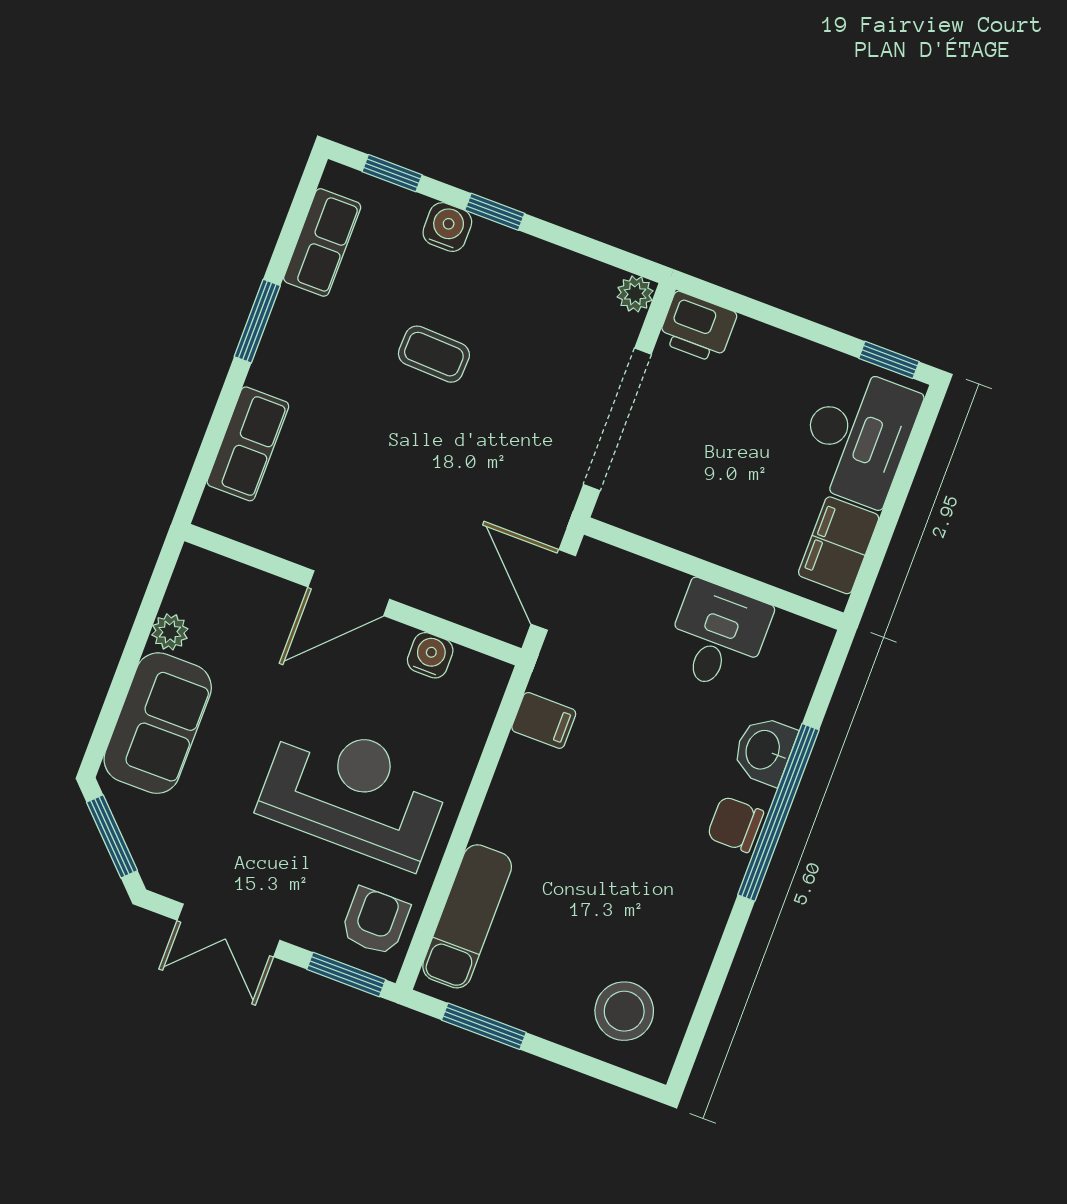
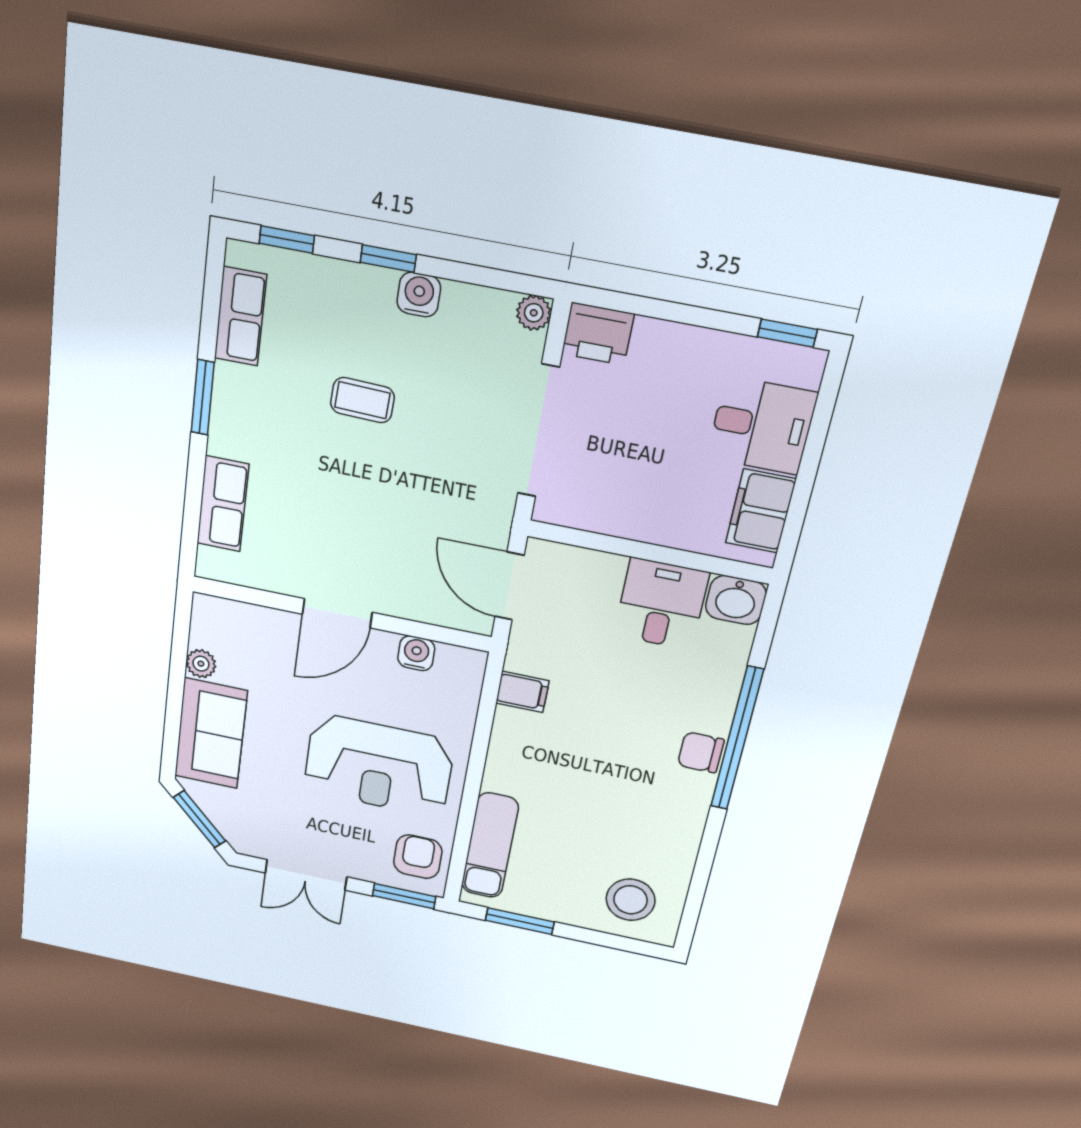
water cooler: (447, 227) -> (419, 295), moved
desk: (858, 436) -> (762, 425), width x0.73
washbasin: (764, 750) -> (736, 600), moved, turned -90
reception desk: (354, 792) -> (379, 766), turned 180

